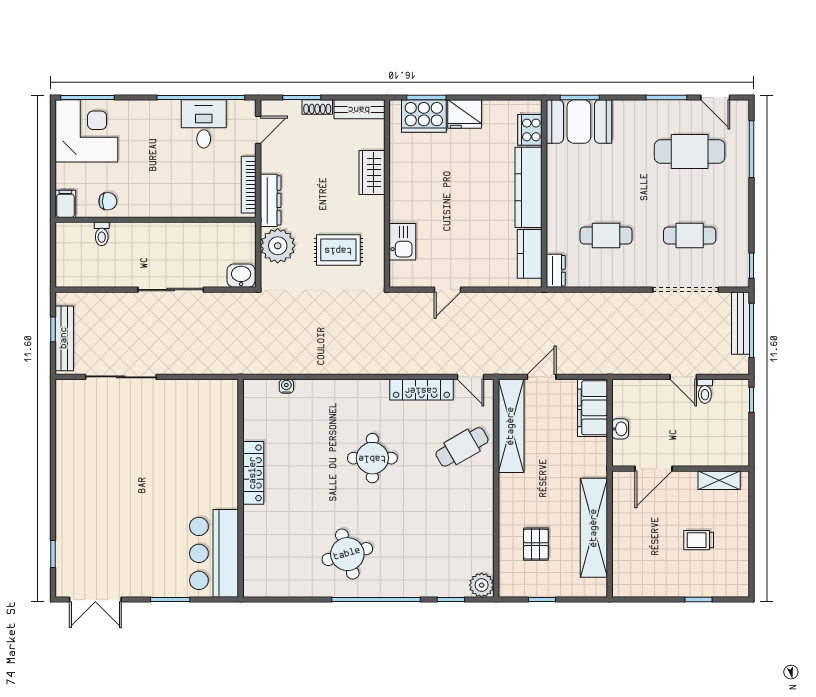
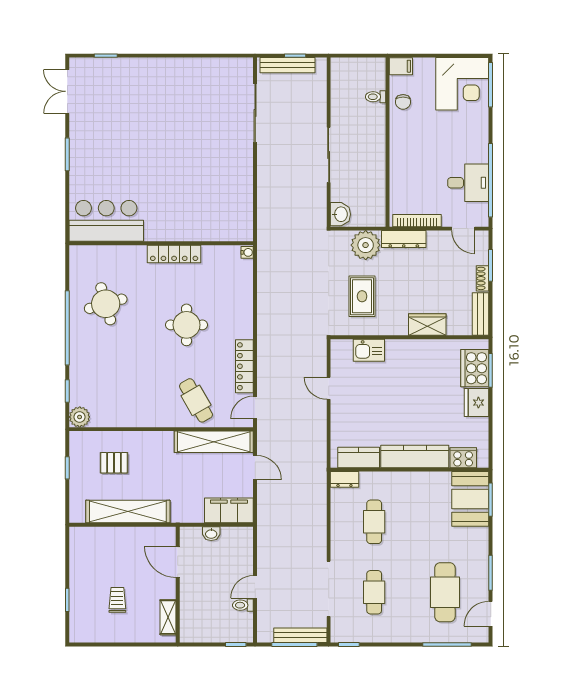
locker: (253, 473) -> (174, 254), moved
wall: (241, 488) -> (161, 243), moved
bar counter: (214, 553) -> (106, 221), moved

